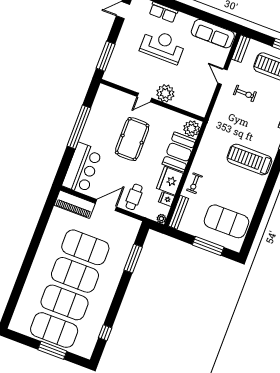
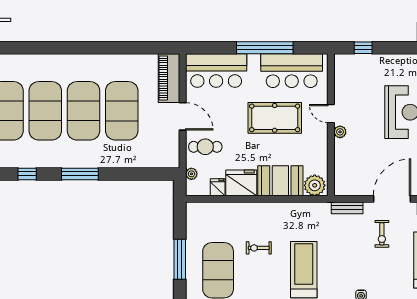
window: (106, 56) -> (363, 48), width x0.46
door: (222, 77) -> (392, 199), width x1.87
plant: (165, 93) -> (340, 132), width x0.53, depth x0.53
bar counter: (103, 114) -> (292, 71), added
exercise bike: (195, 183) -> (259, 248), moved
bench: (178, 212) -> (347, 208), moved, width x0.73
plant: (161, 219) -> (191, 174), moved
window: (133, 259) -> (80, 174), moved

